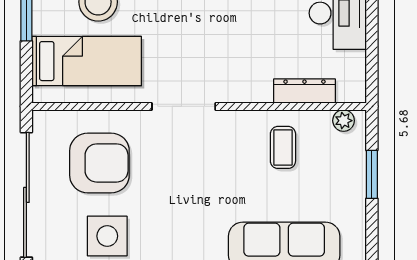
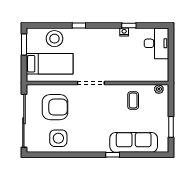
dresser: (304, 91) -> (142, 77), removed
window: (372, 174) -> (171, 127), moved

